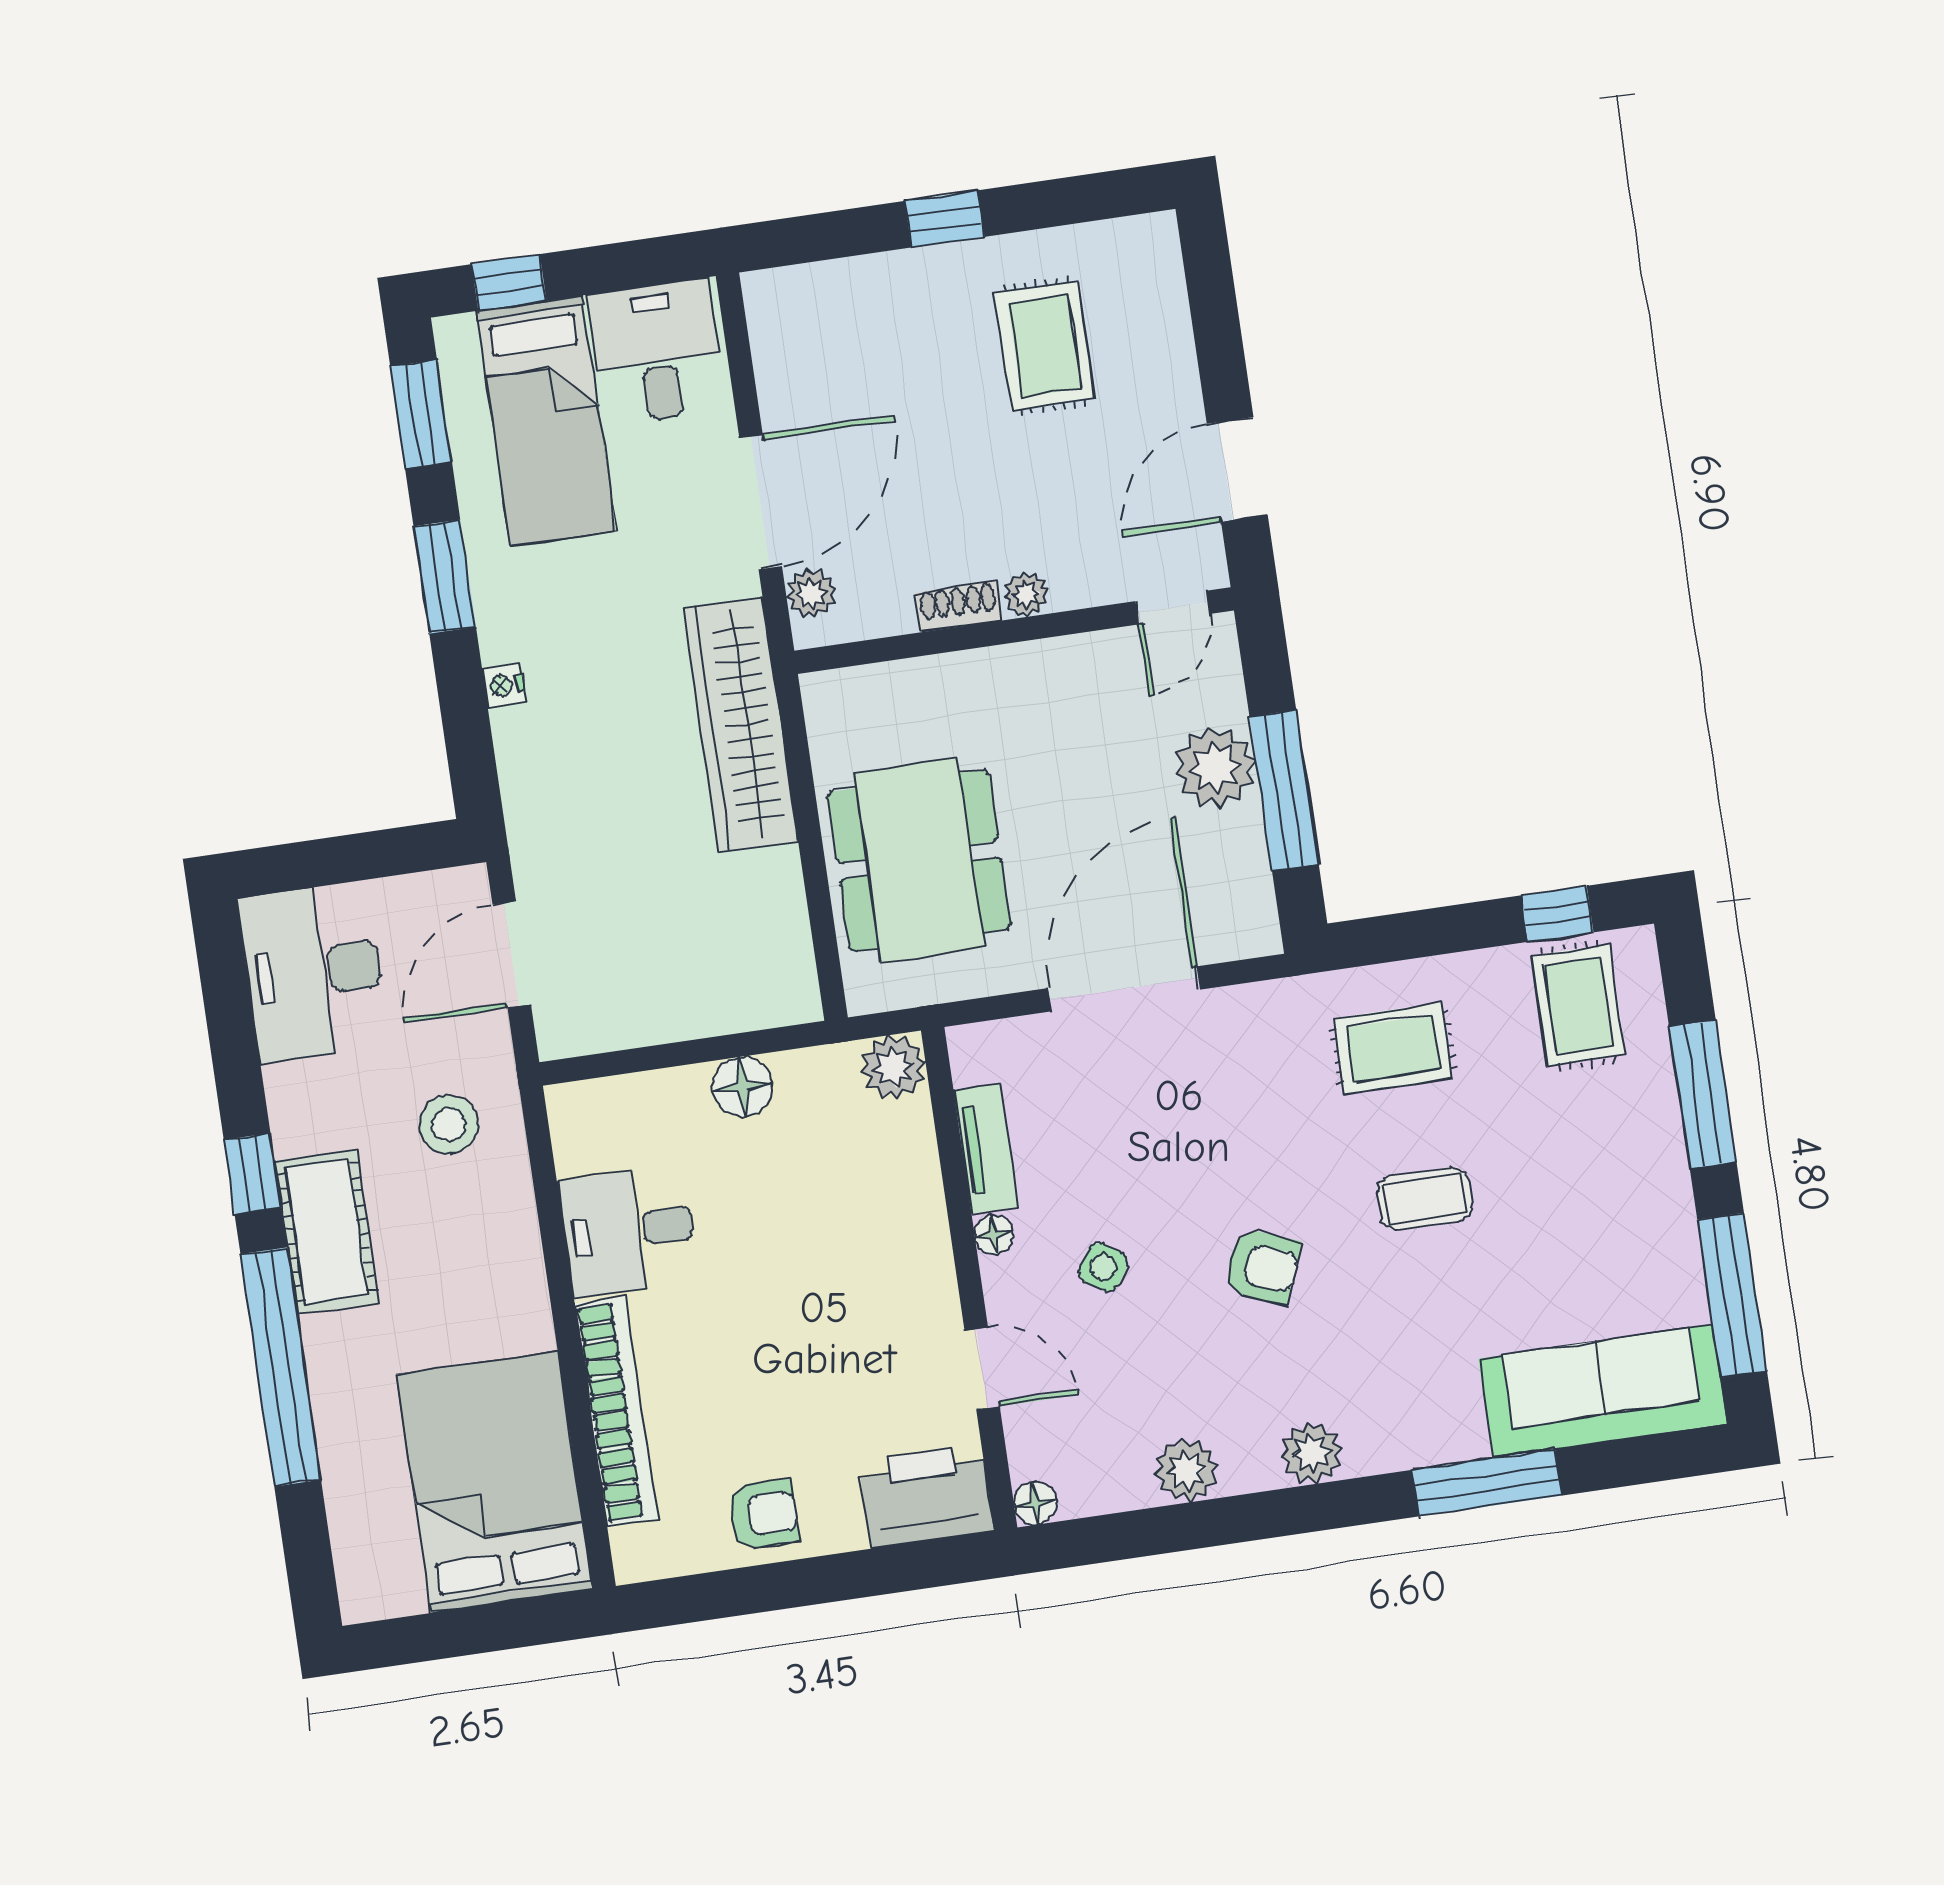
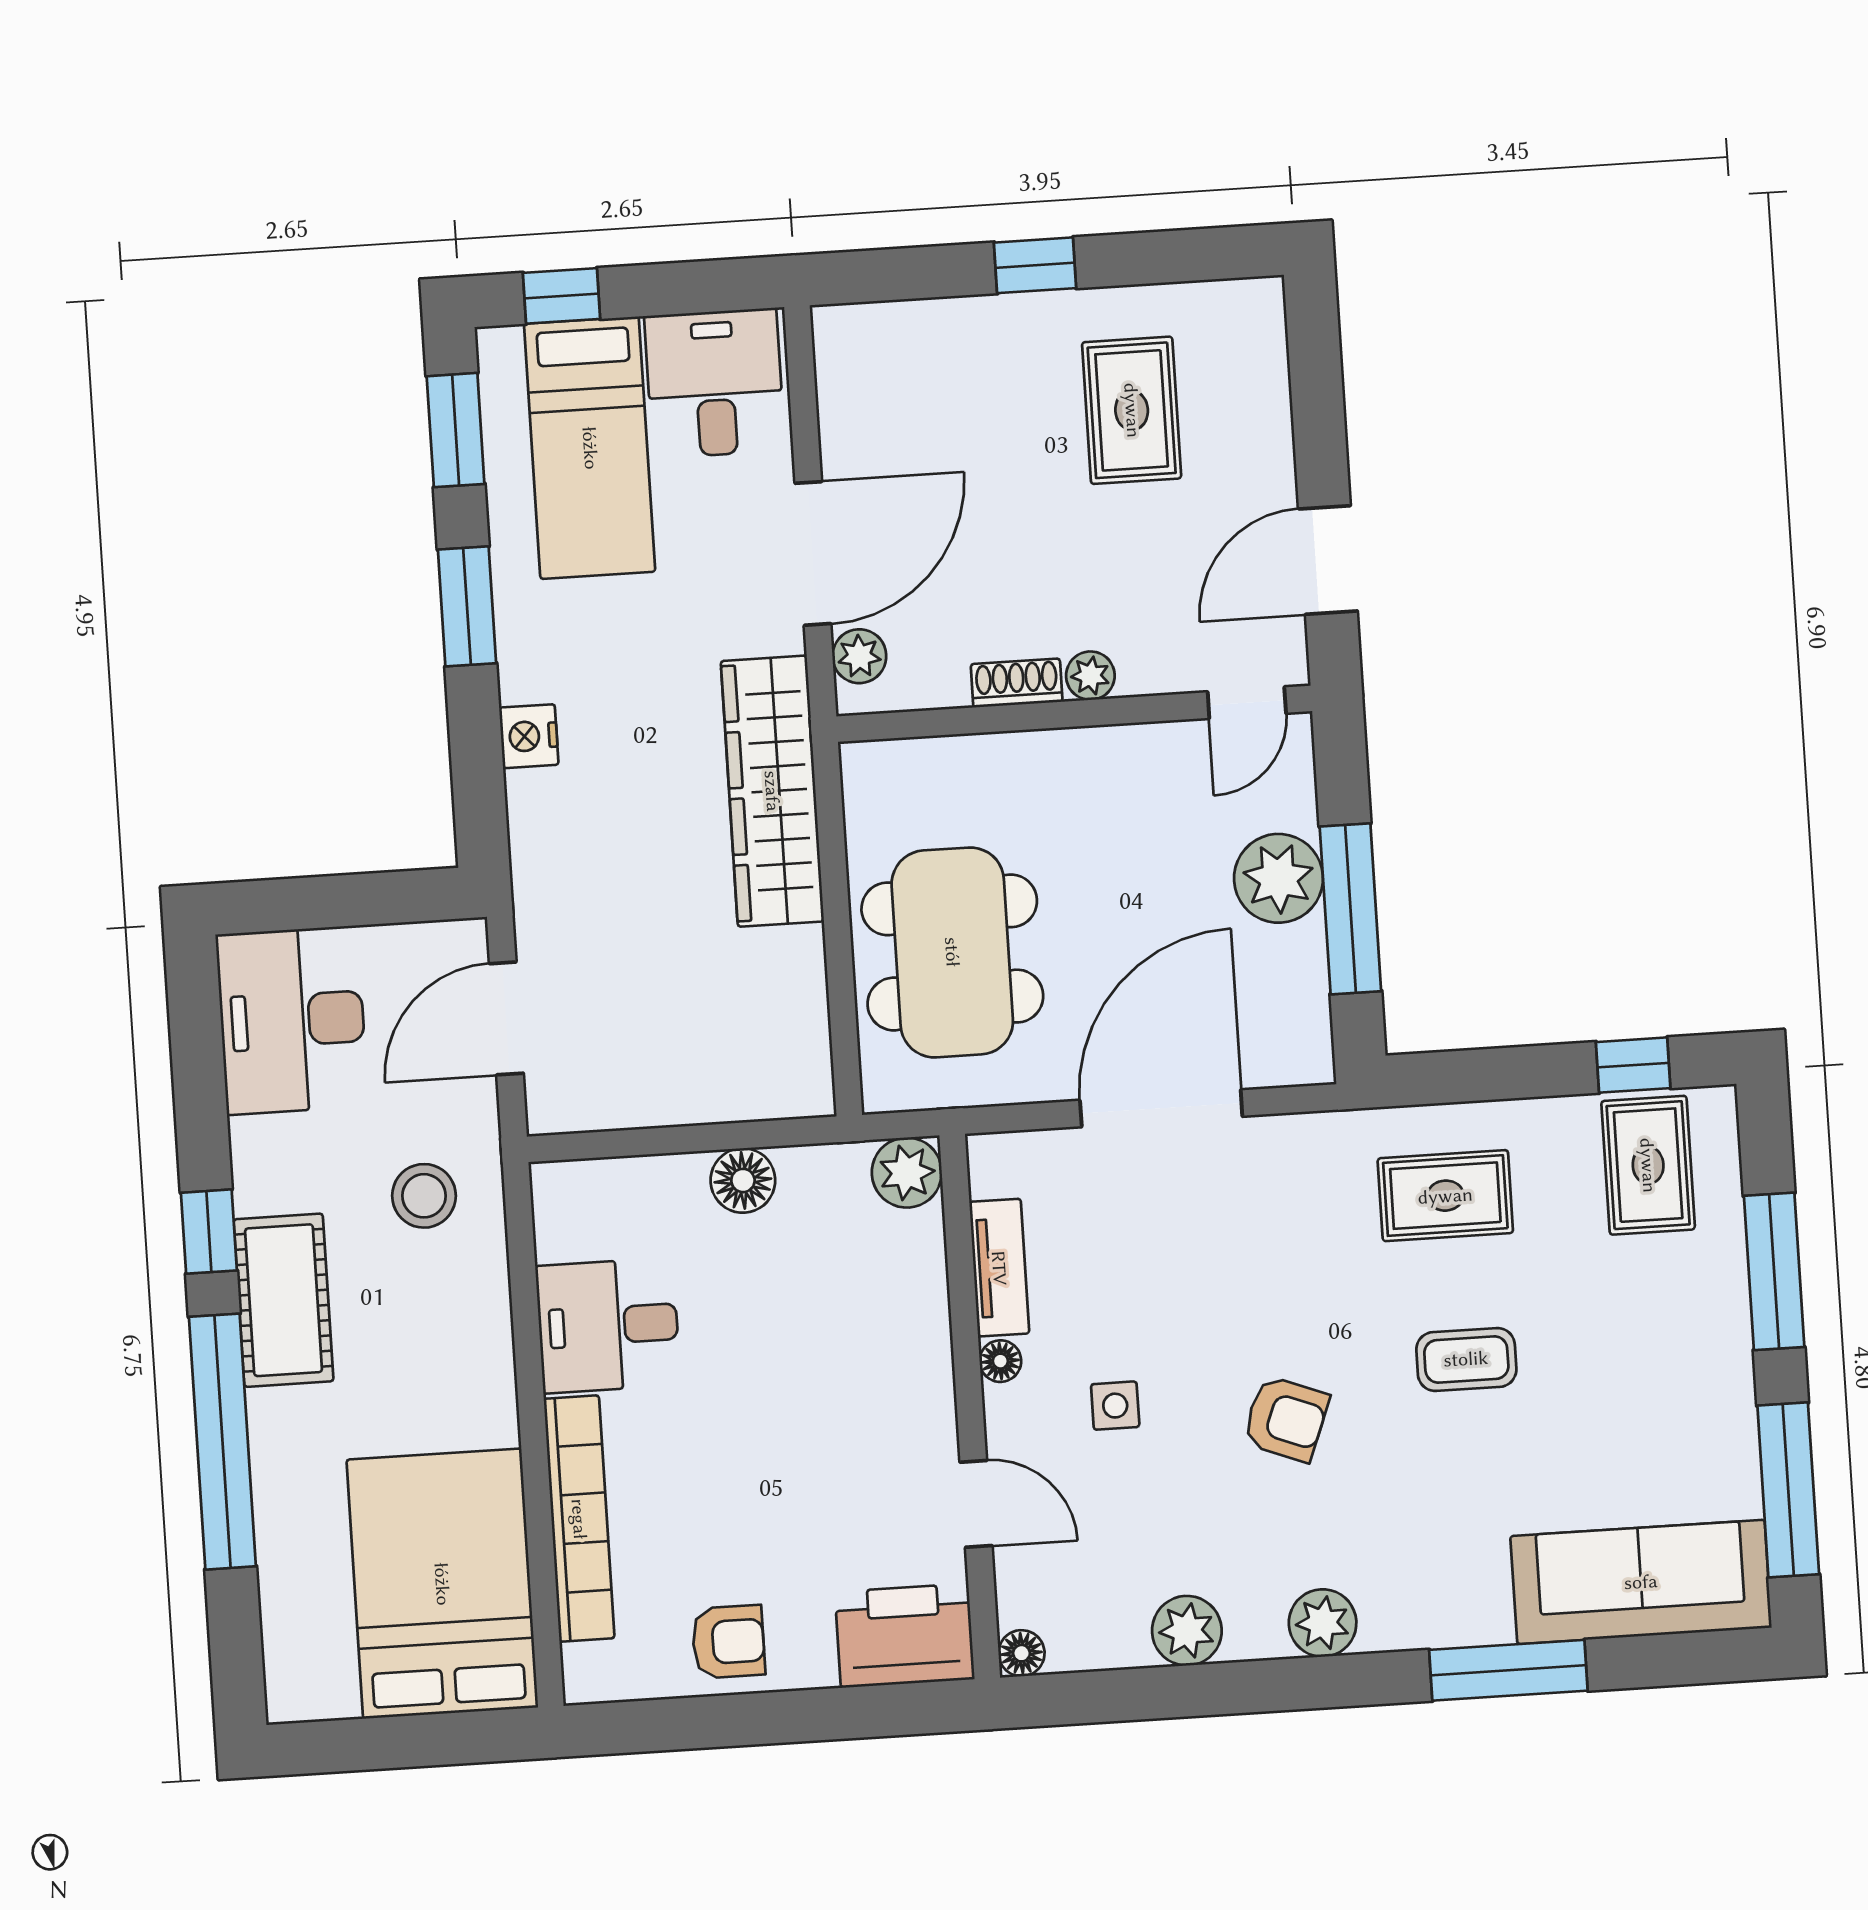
nightstand: (504, 685) -> (529, 736), width x1.39, depth x1.35
side table: (1103, 1267) -> (1115, 1406), turned -33

